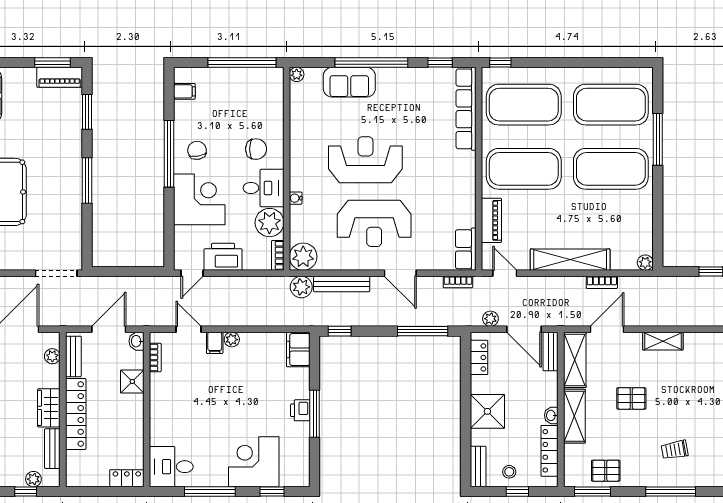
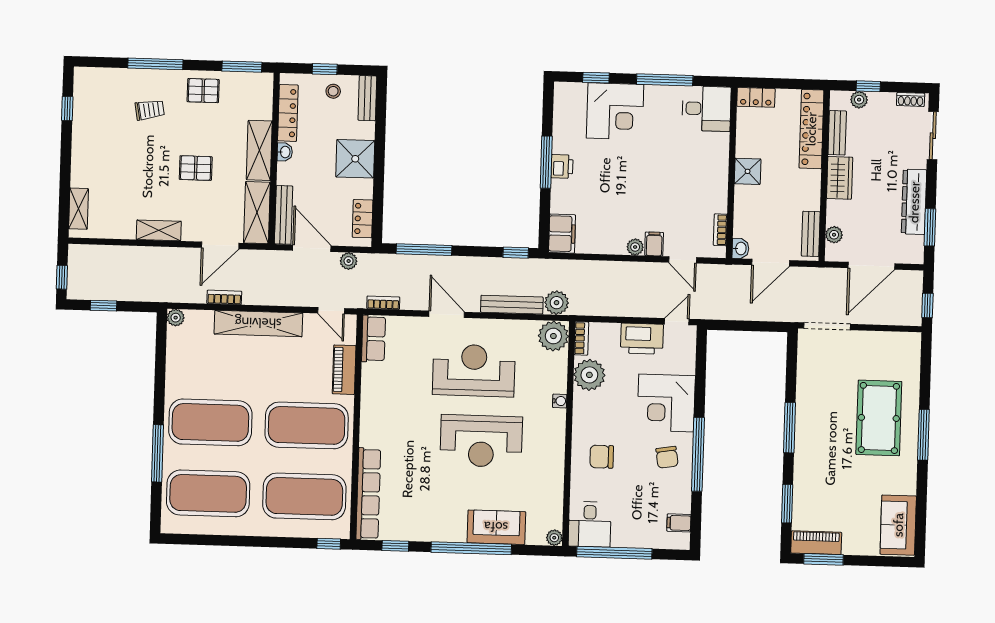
desk: (263, 188) -> (590, 524), moved, turned -90
bench: (551, 351) -> (284, 215), width x1.36
shower: (132, 381) -> (748, 171), moved
locker: (76, 414) -> (811, 129), moved
pallet: (606, 471) -> (203, 91), moved

